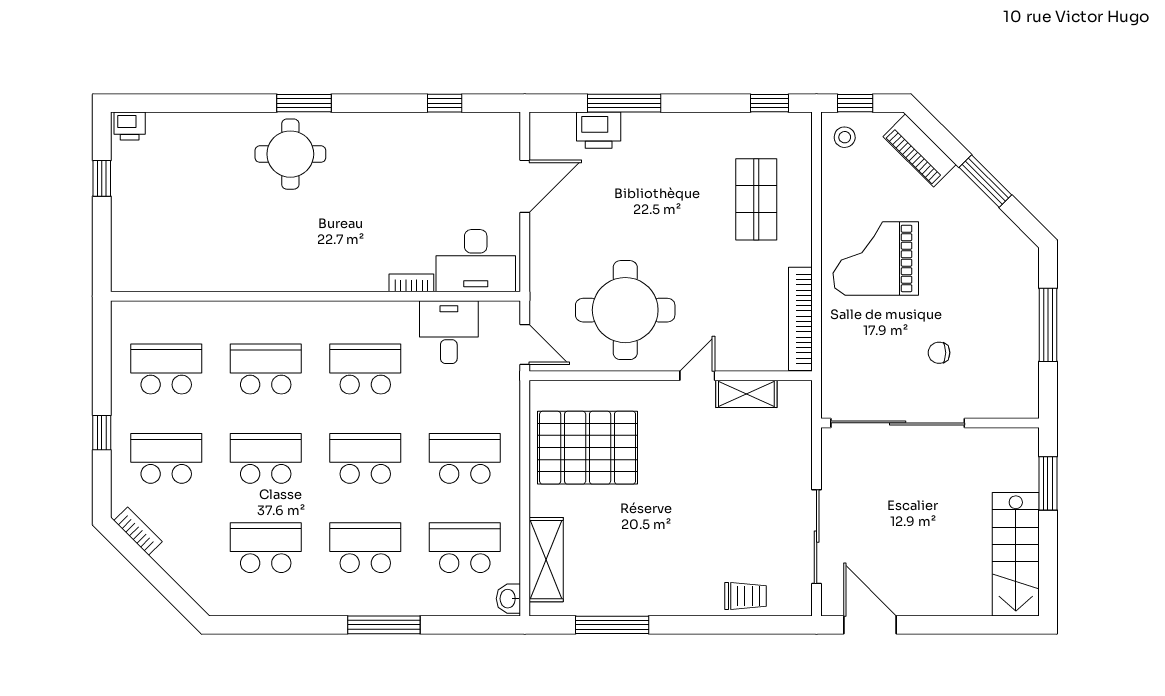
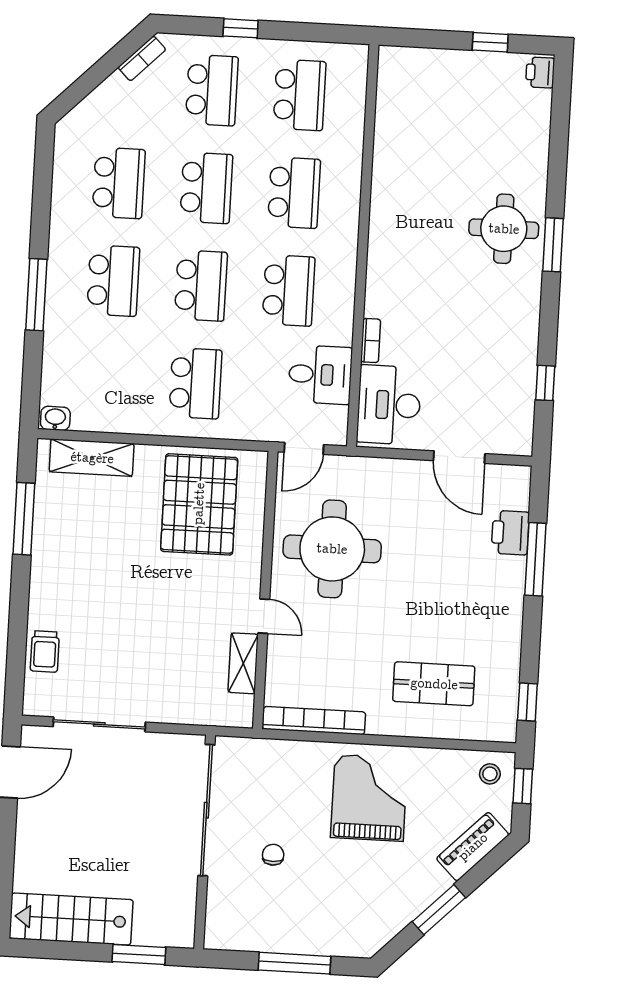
school desk: (465, 548) -> (108, 378), removed

